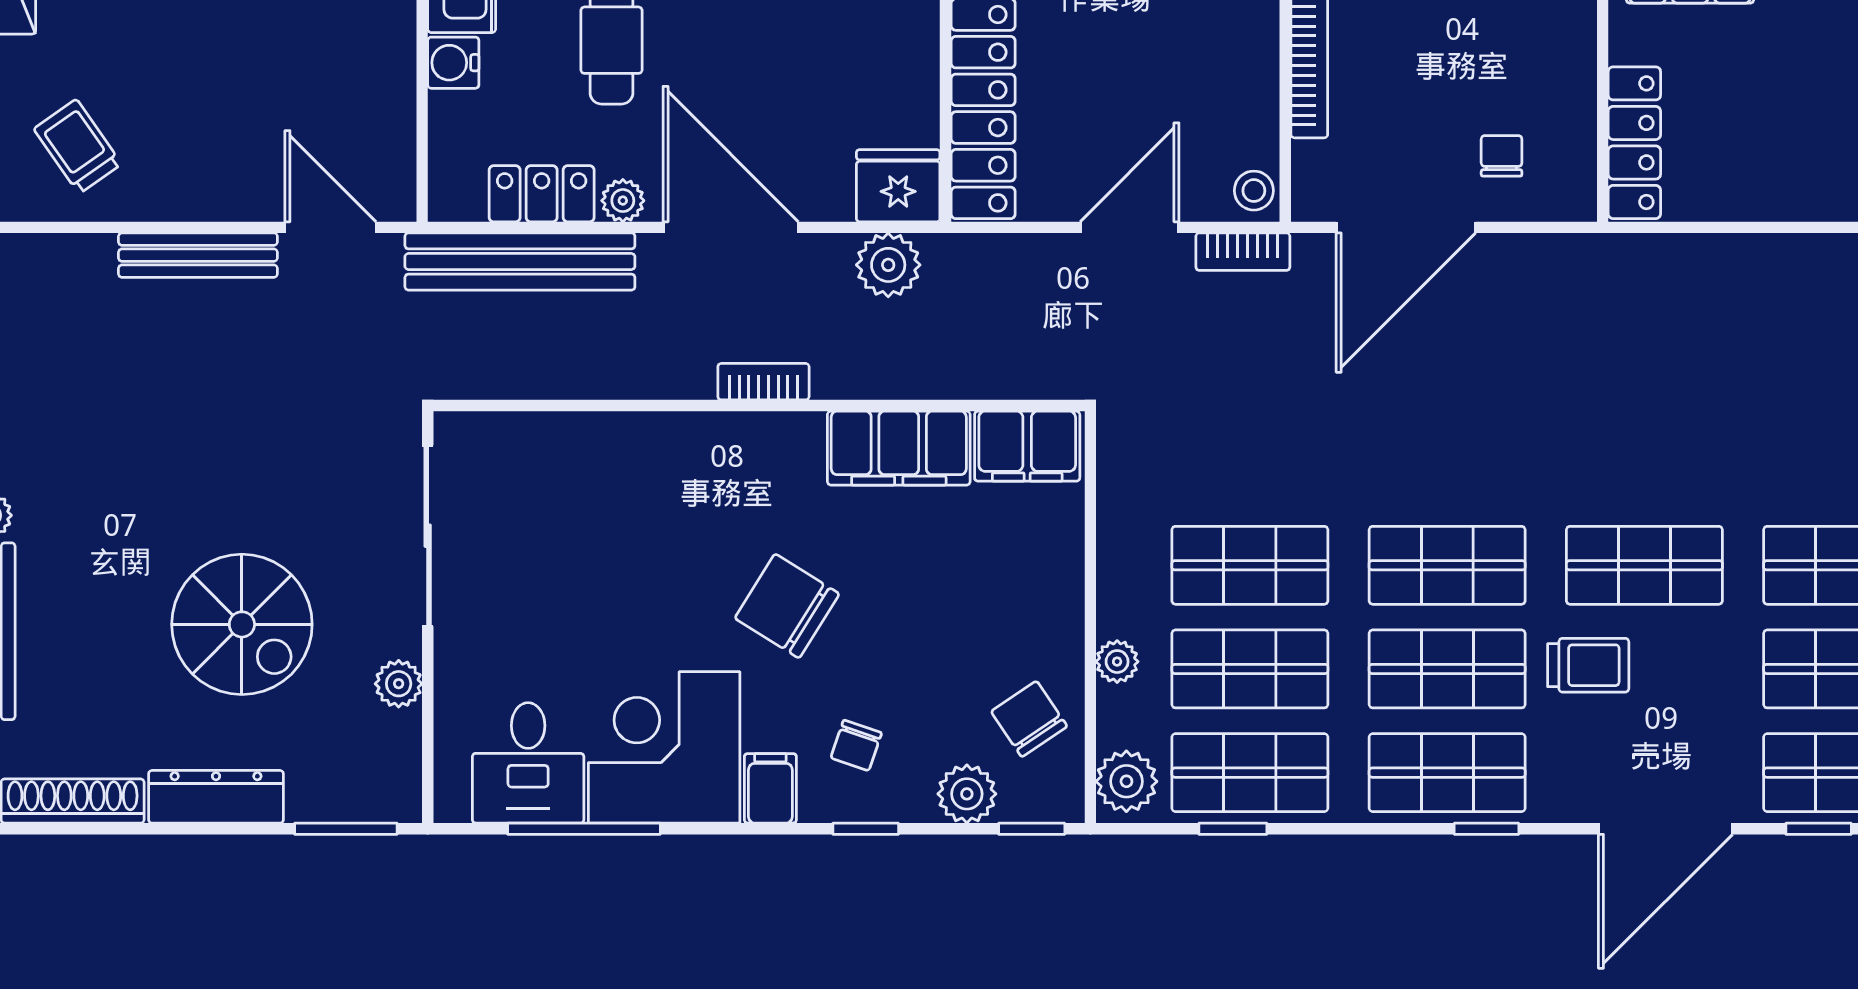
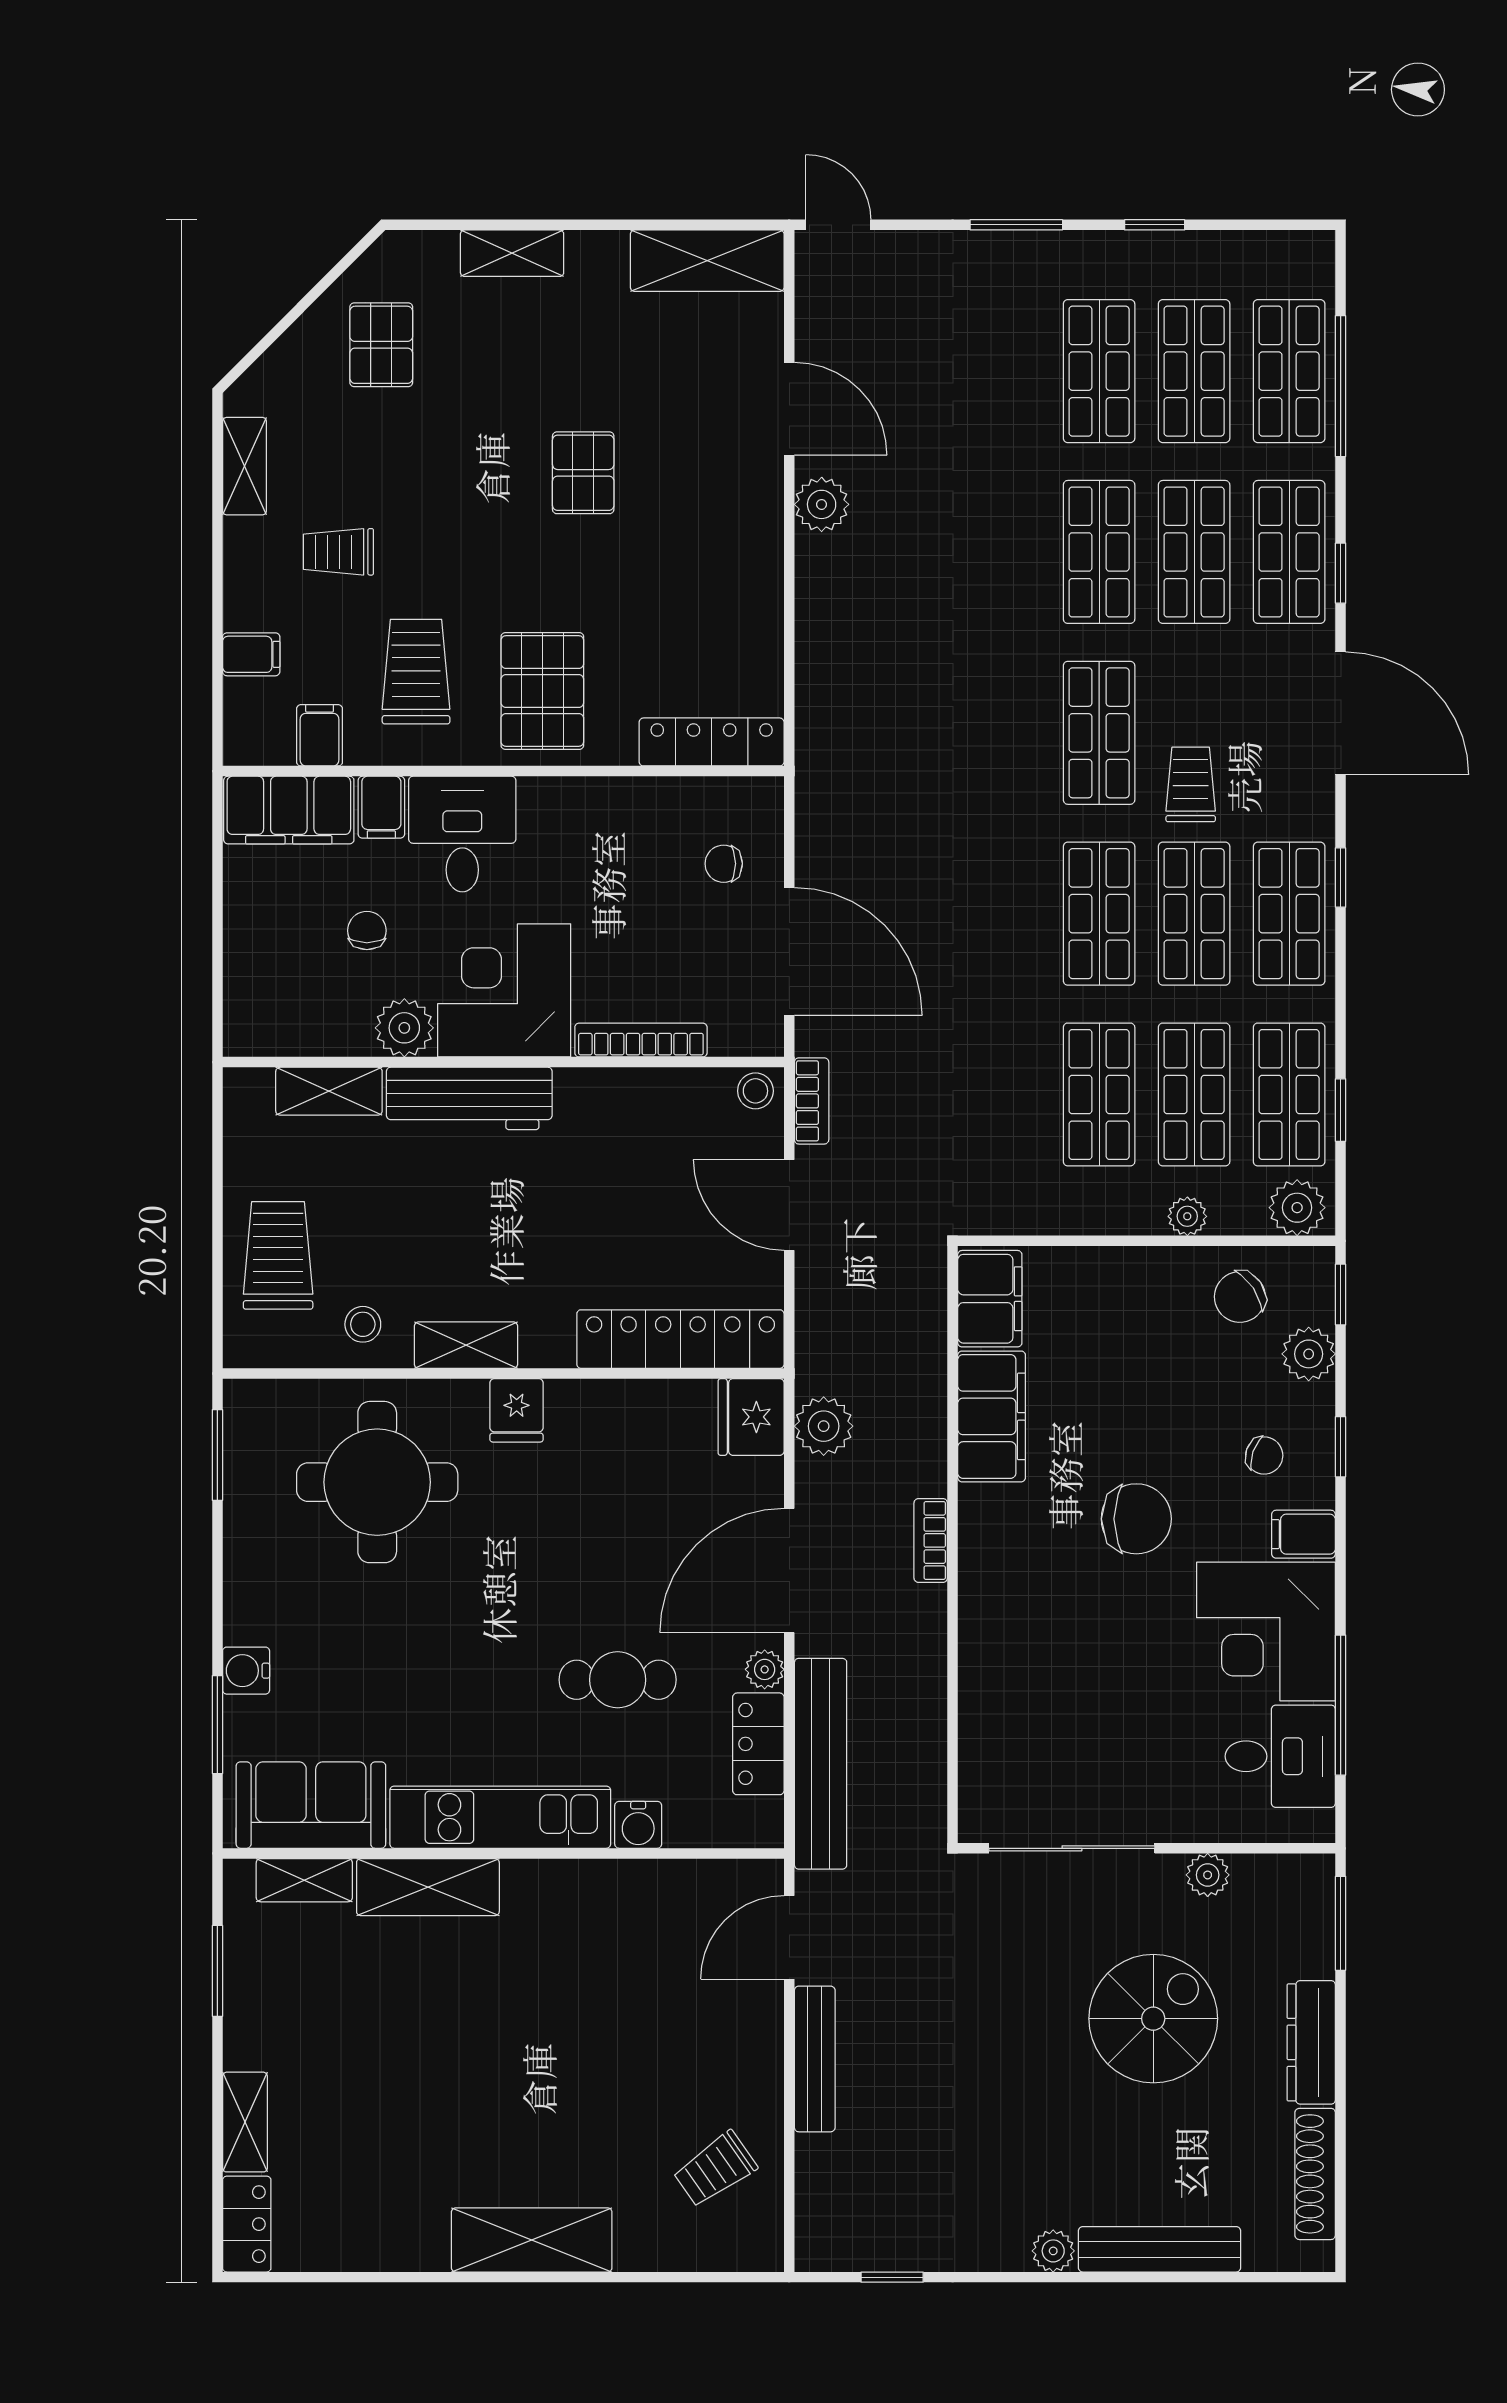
chair: (787, 606) -> (1136, 1519), turned -122

